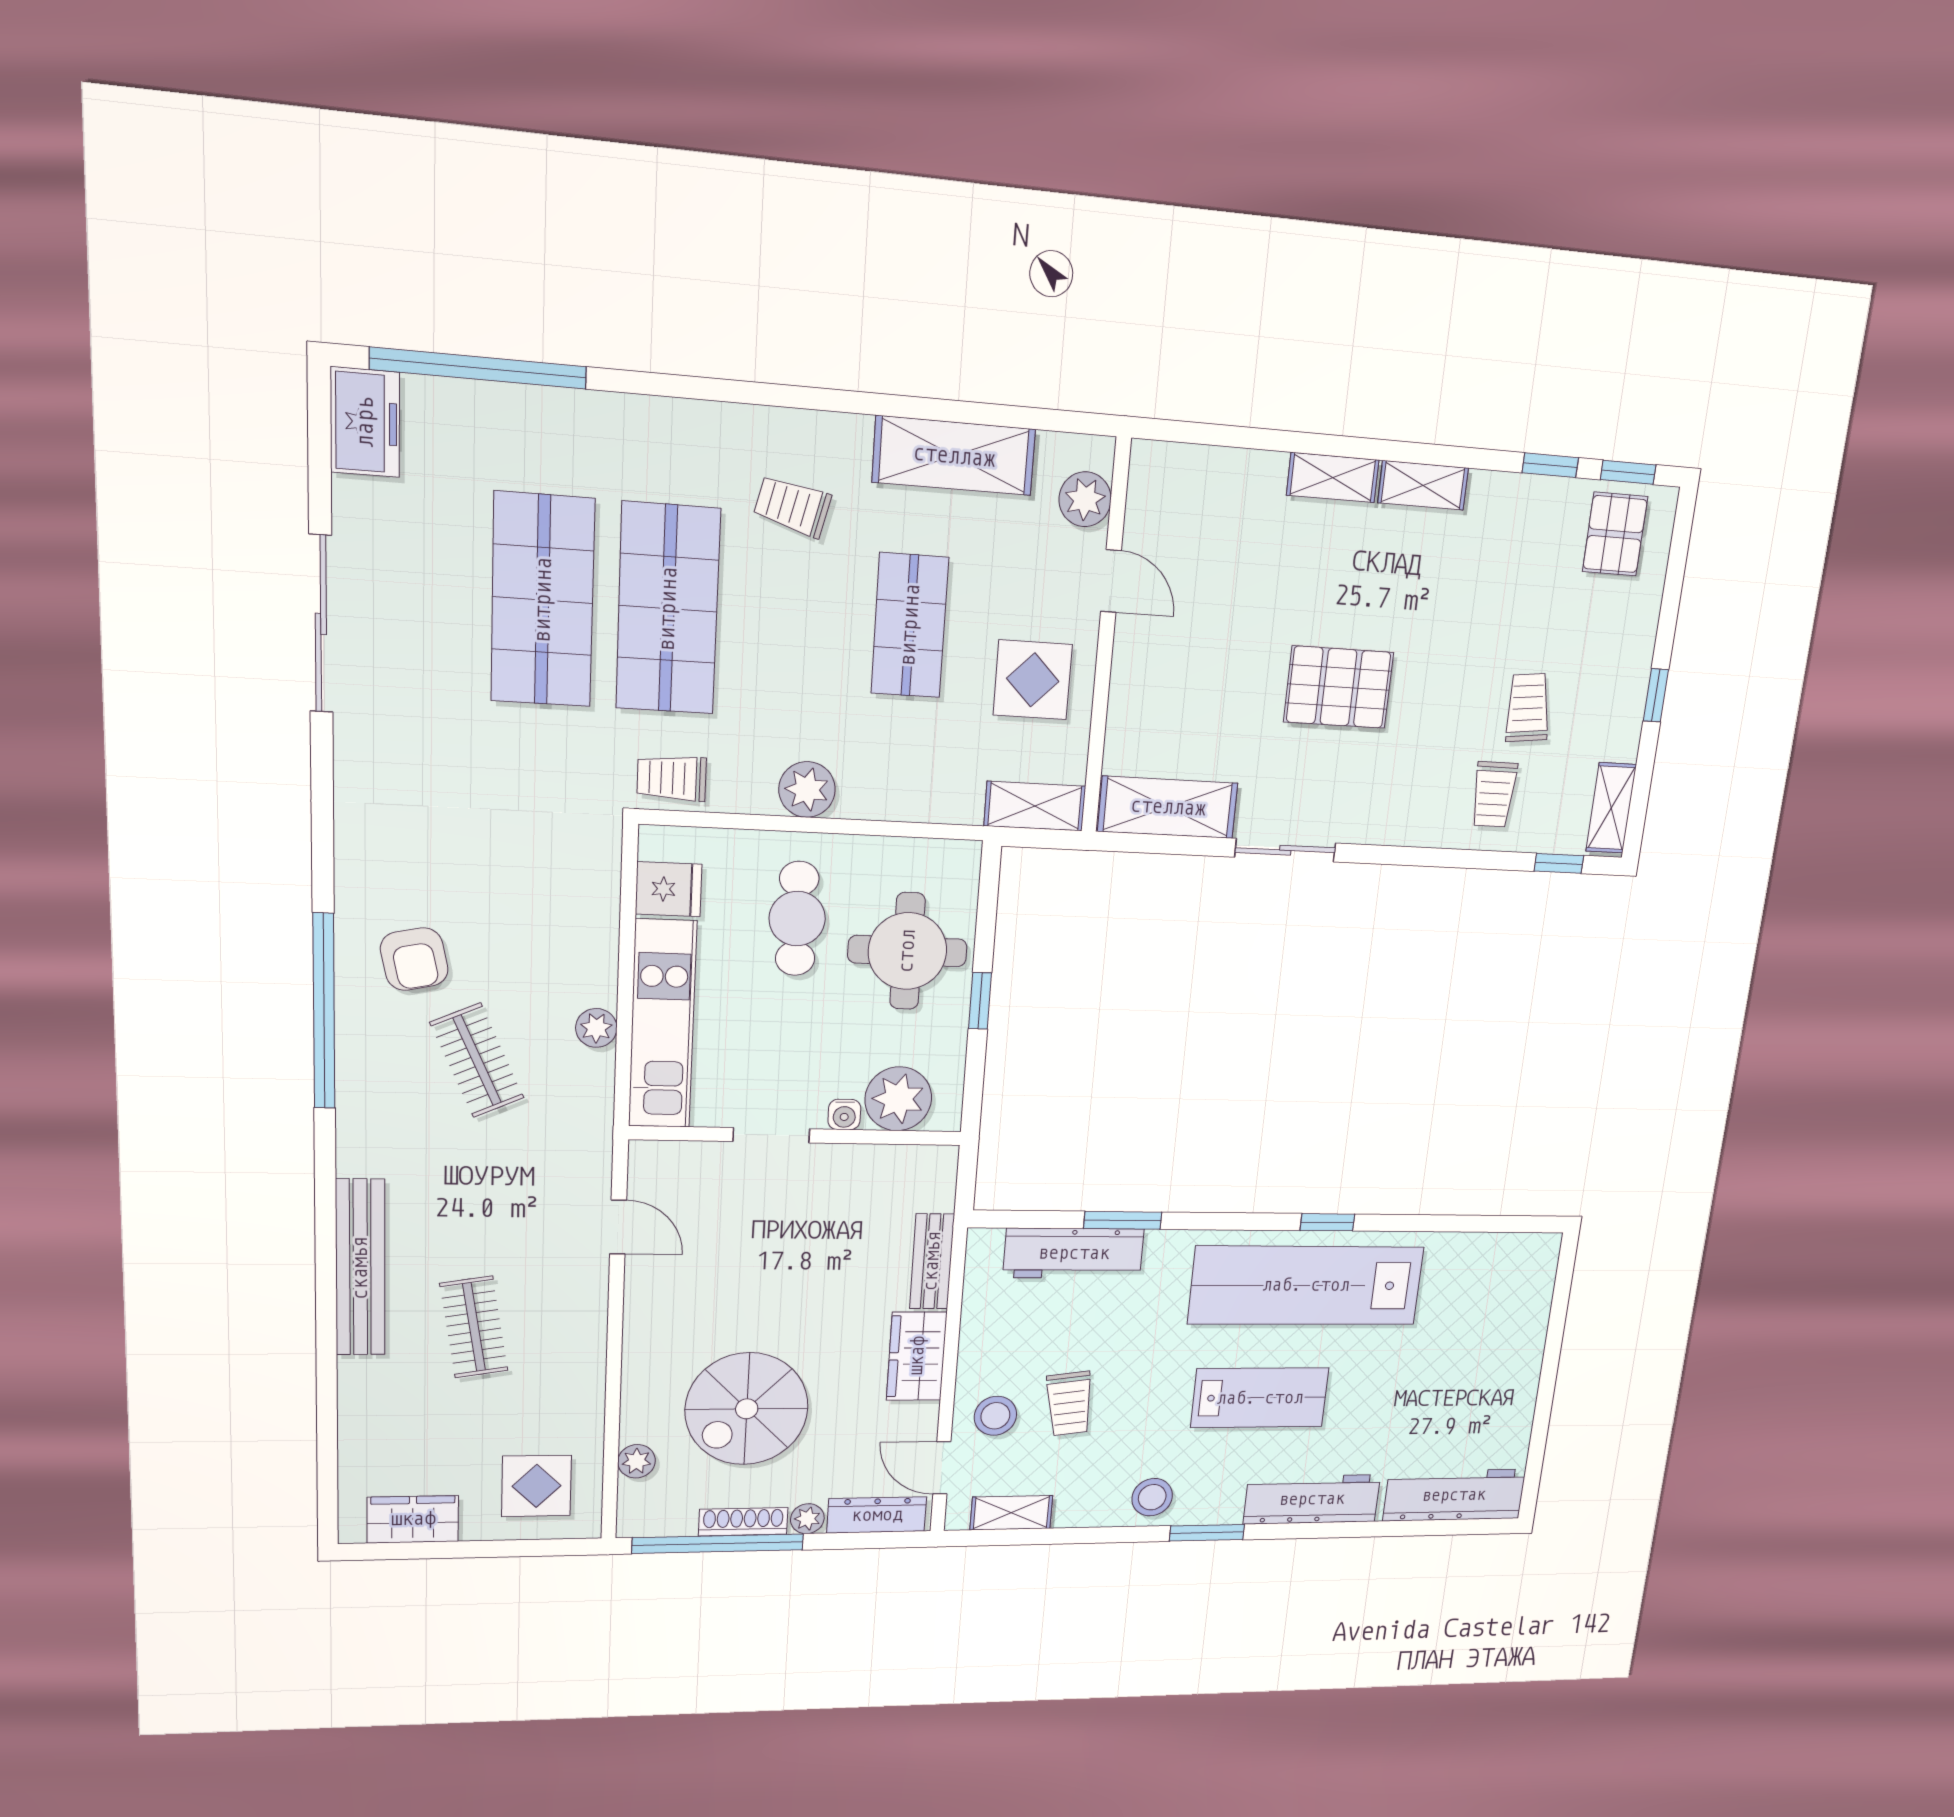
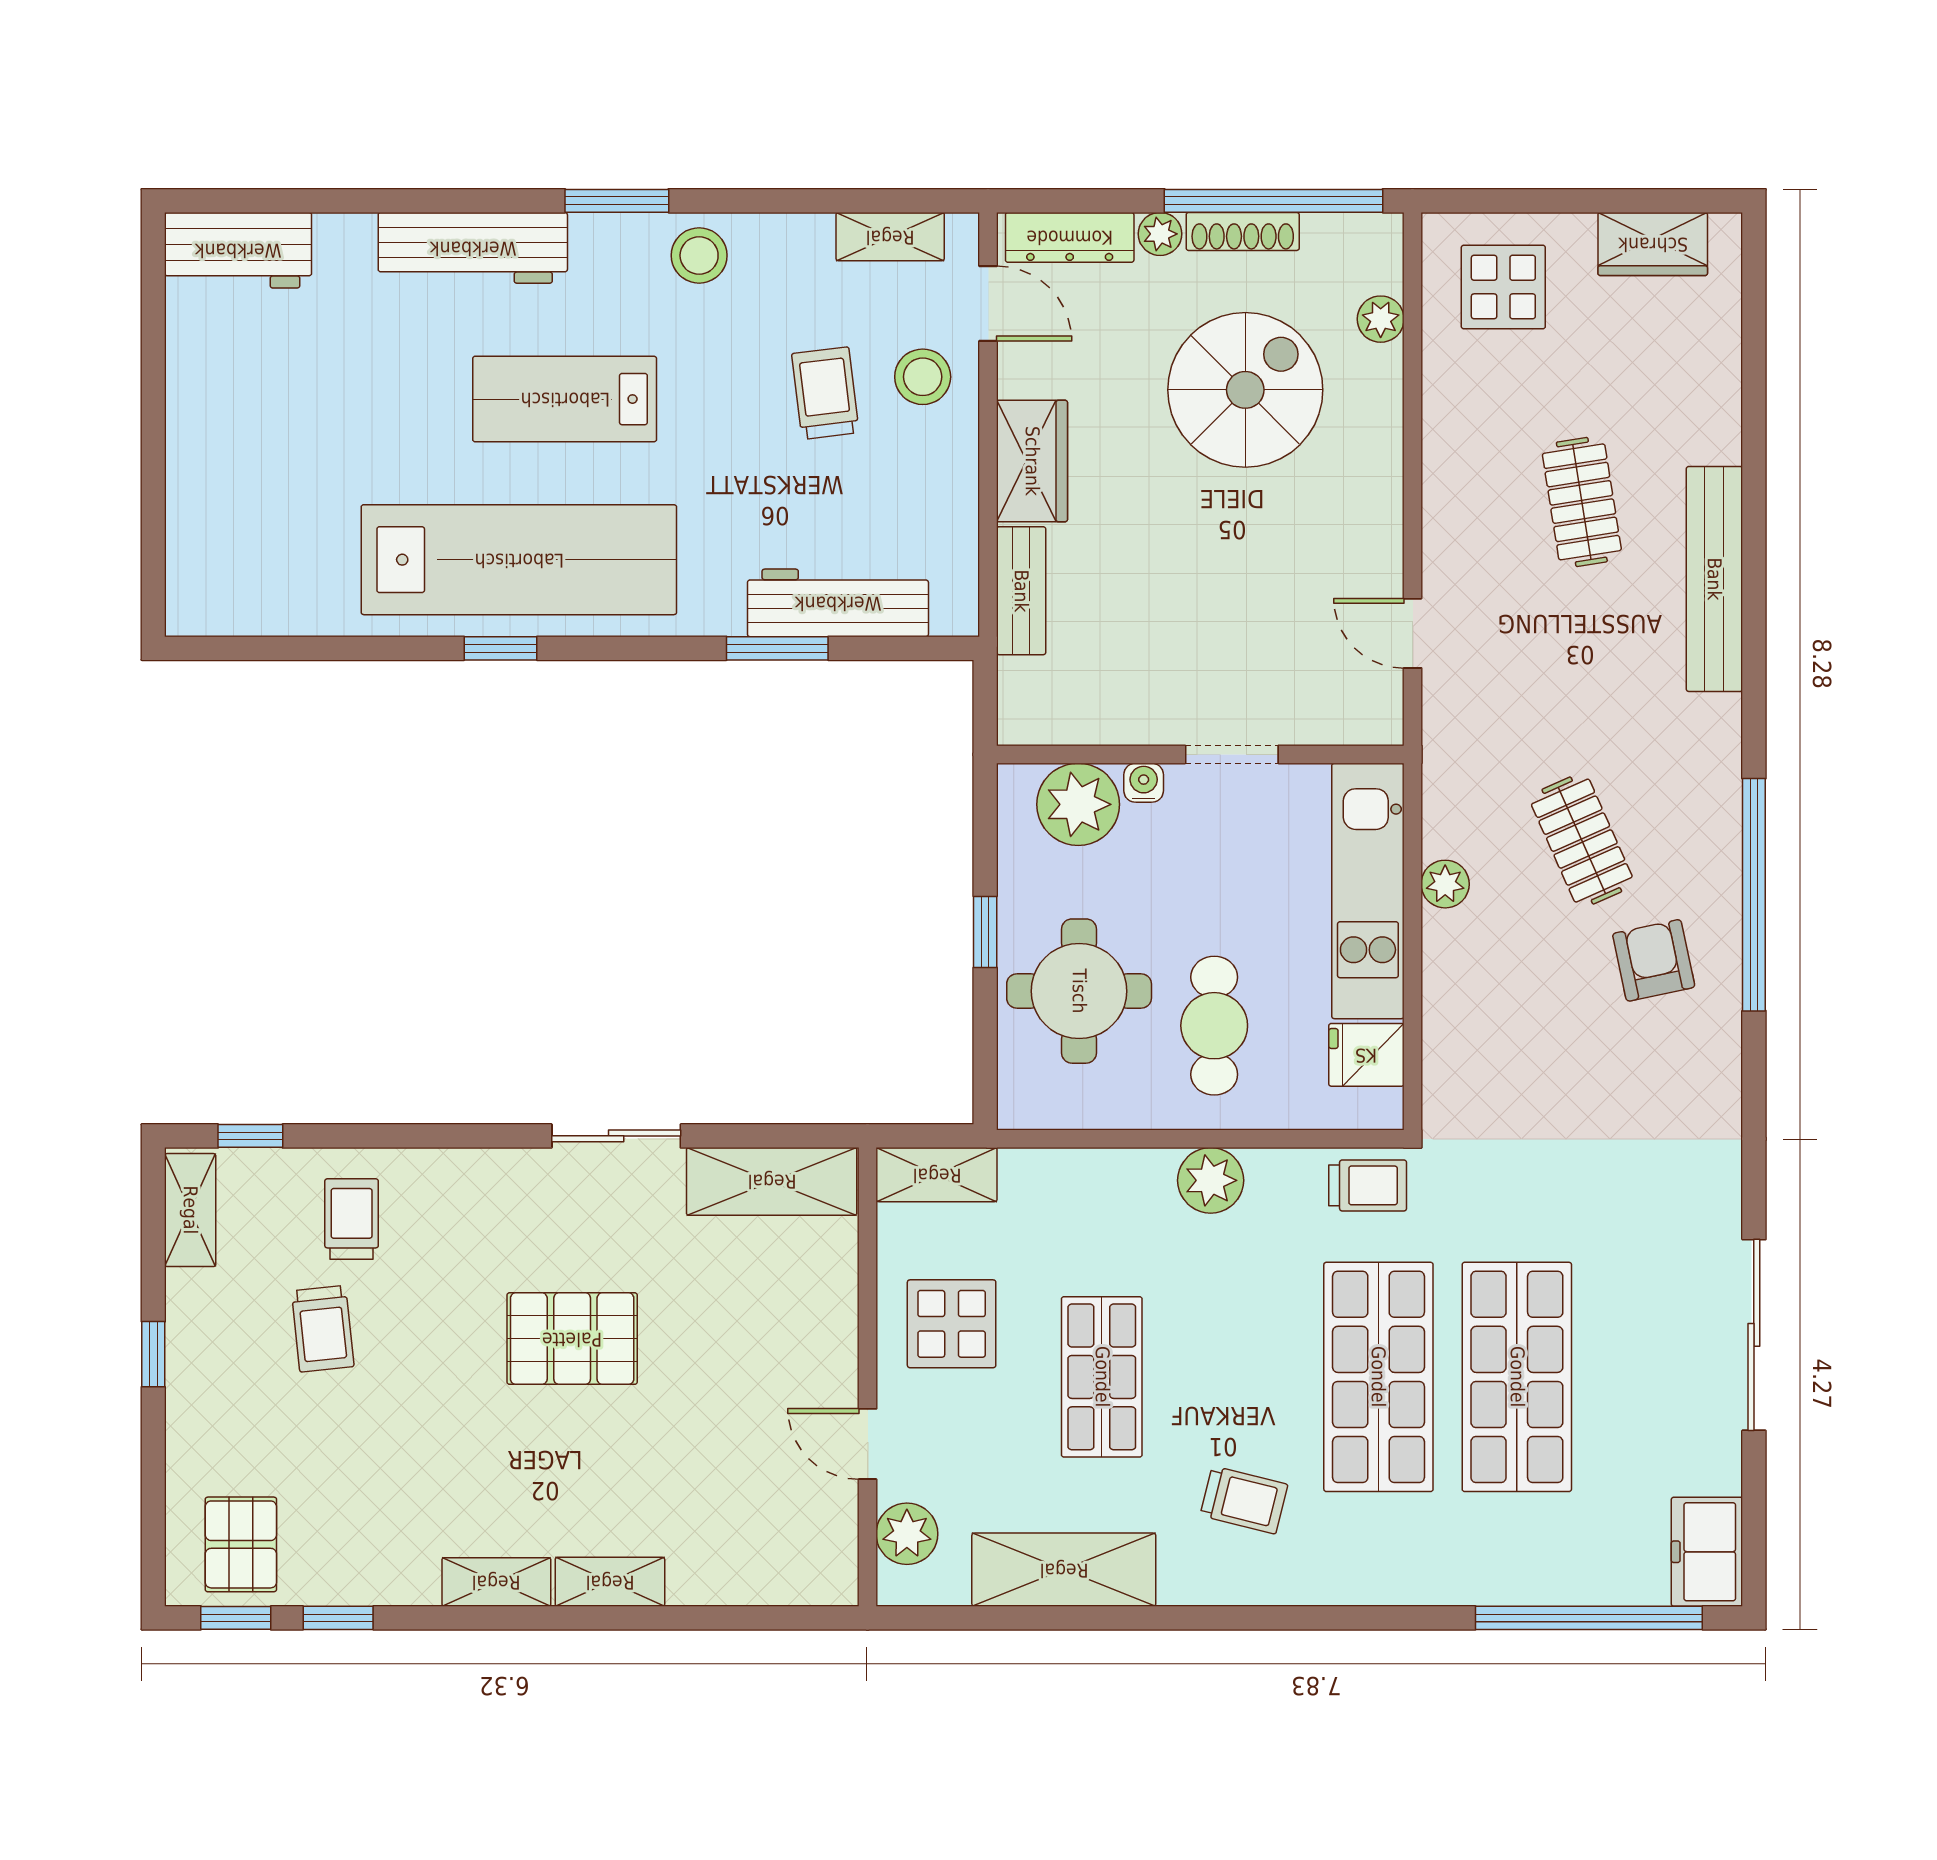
workbench: (1454, 1495) -> (238, 250), width x0.73

